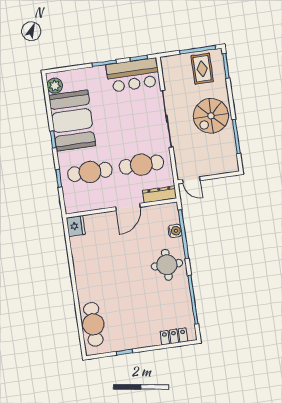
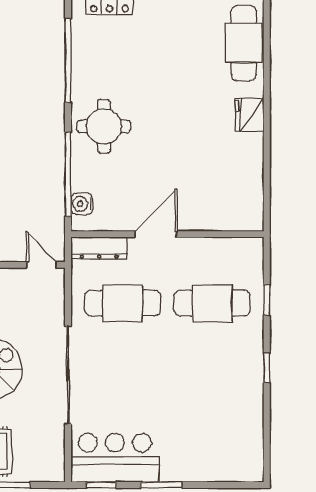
plant: (55, 86) -> (251, 459), removed
booth: (72, 121) -> (230, 395), removed
fridge: (76, 226) -> (250, 115), moved
water cooler: (175, 231) -> (82, 204), moved

